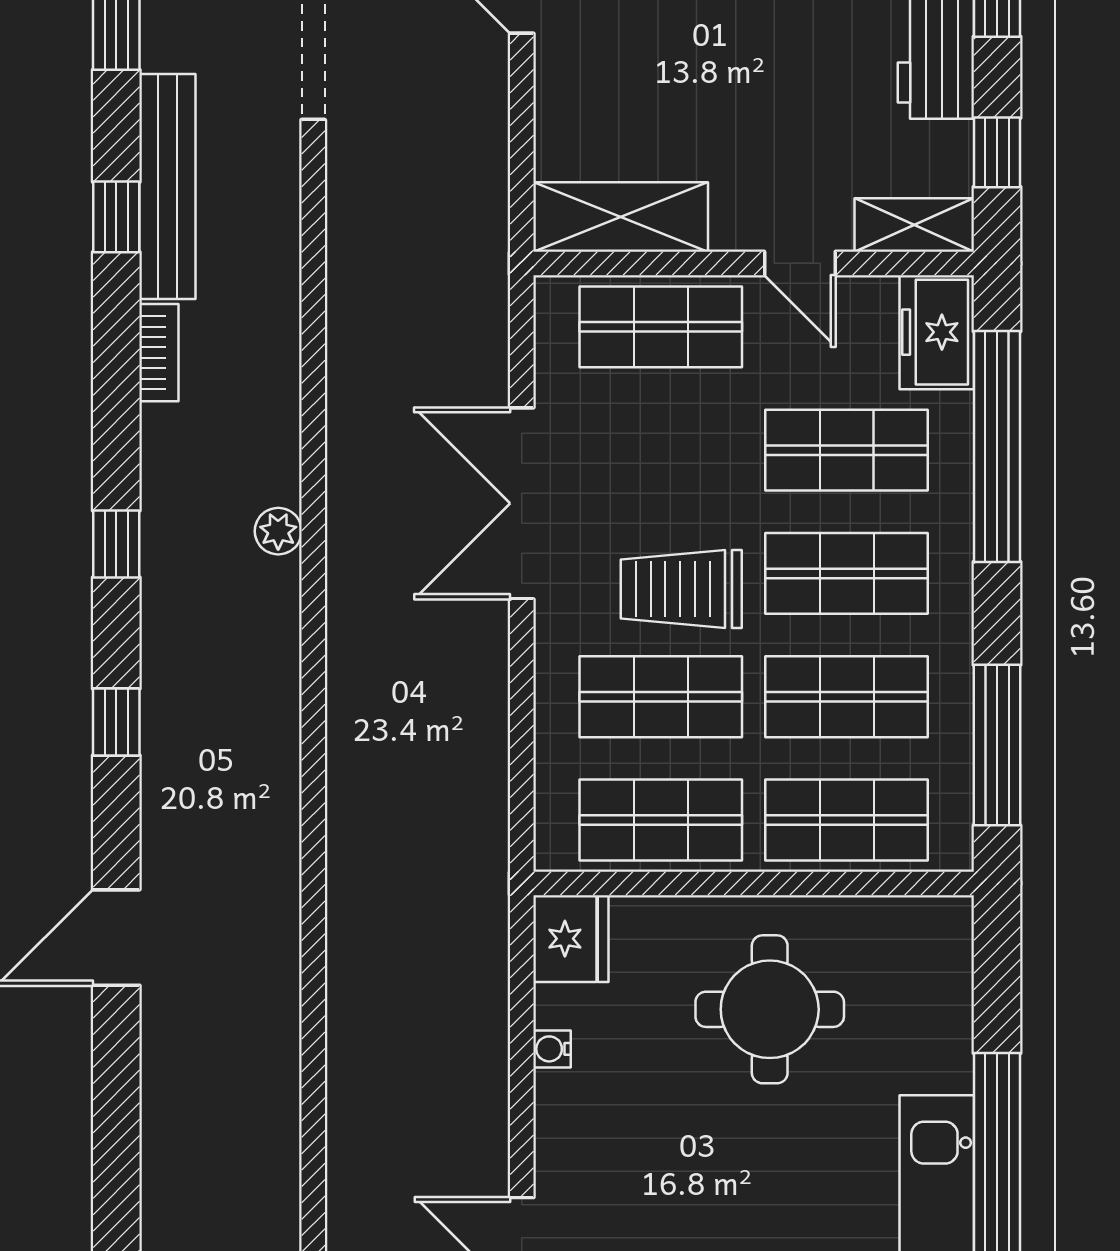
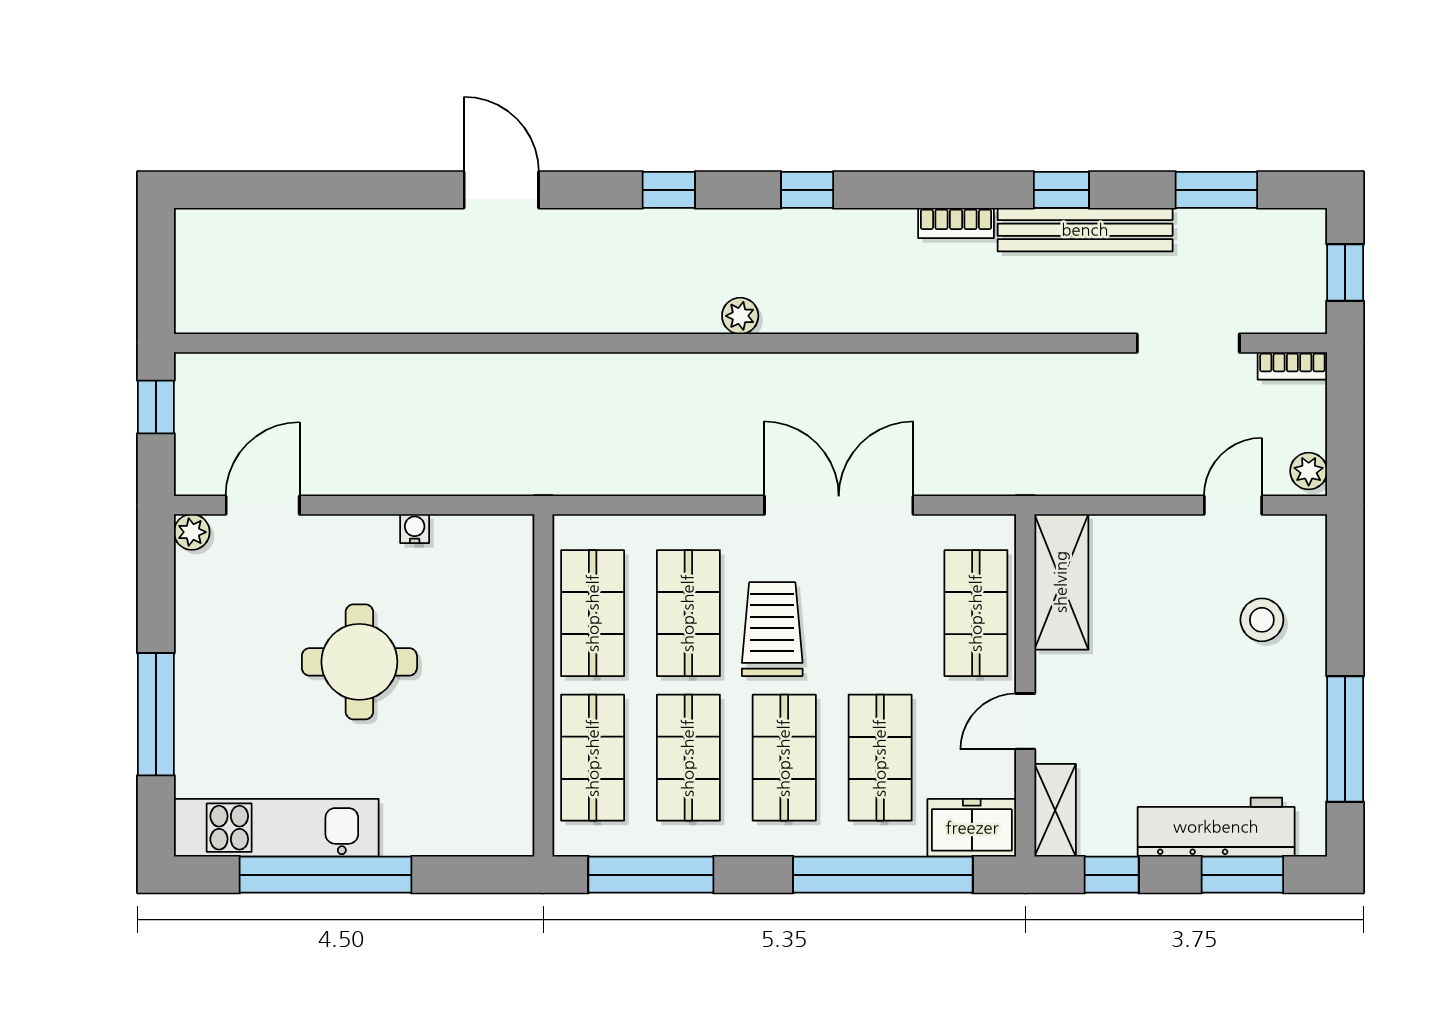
plant: (278, 531) -> (740, 316), moved
fridge: (571, 939) -> (500, 543), removed
round table: (770, 1009) -> (359, 662), moved

